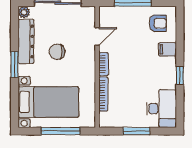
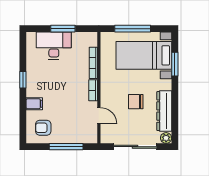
door: (97, 36) -> (99, 116), swing flipped
chair: (57, 52) -> (136, 102), turned 180
window: (15, 65) -> (175, 64), moved
desk: (161, 109) -> (54, 46), moved, turned 90

